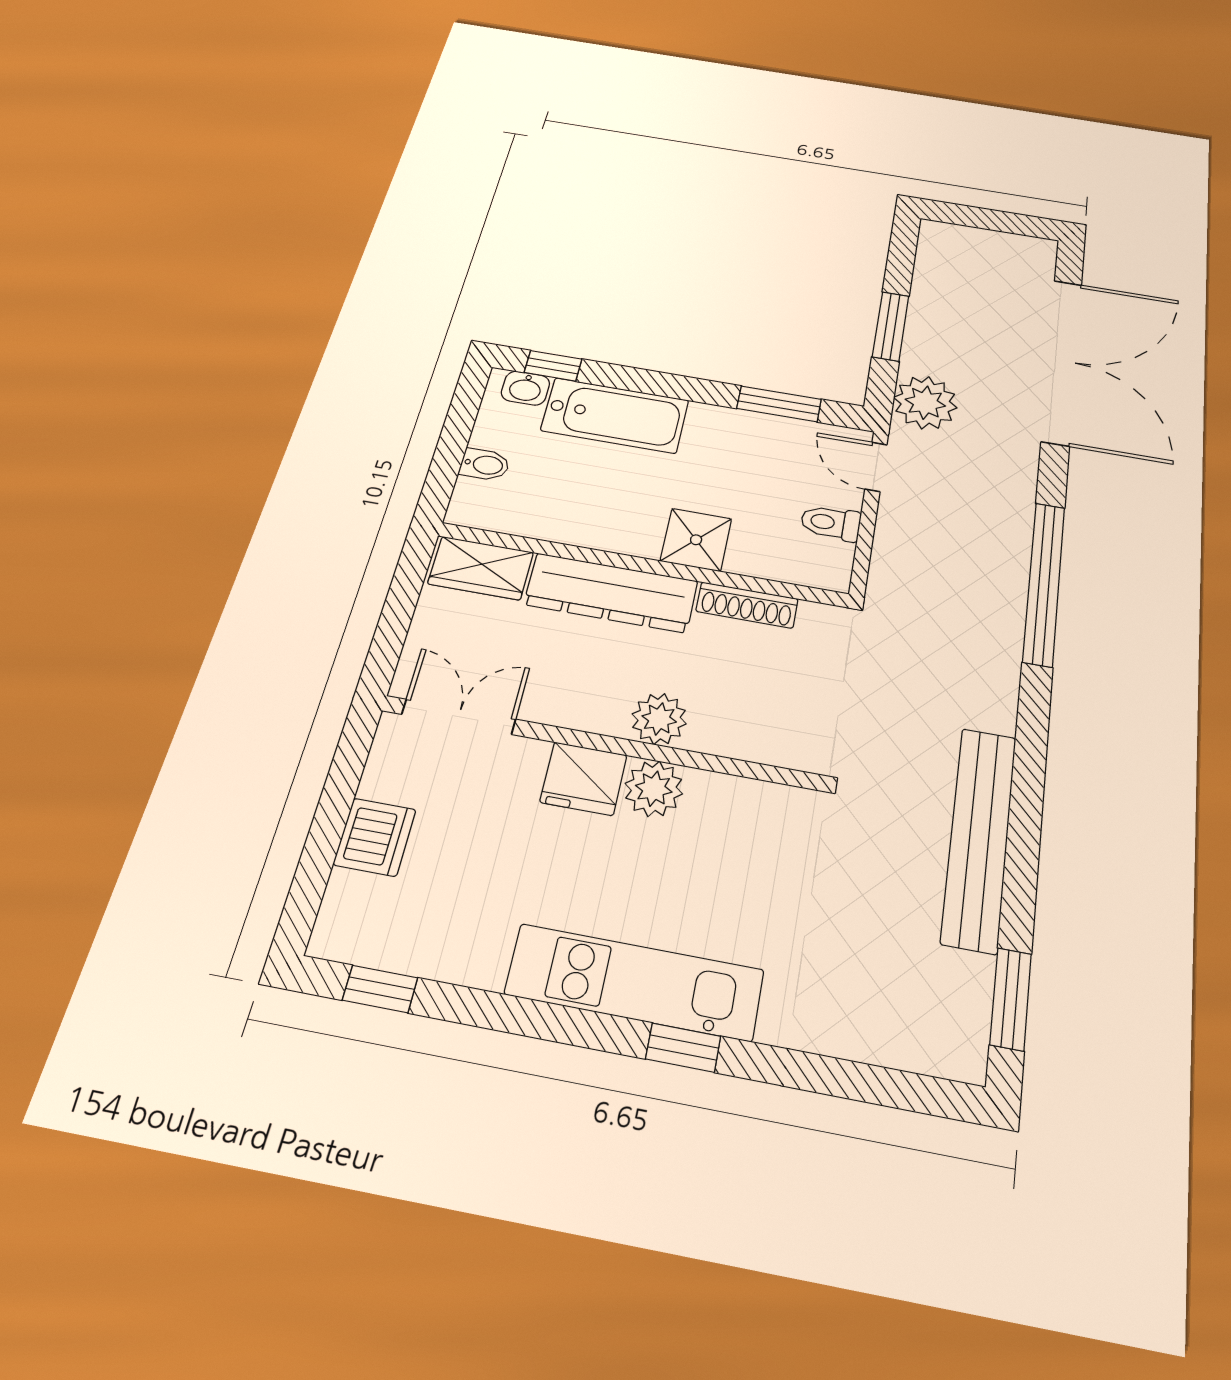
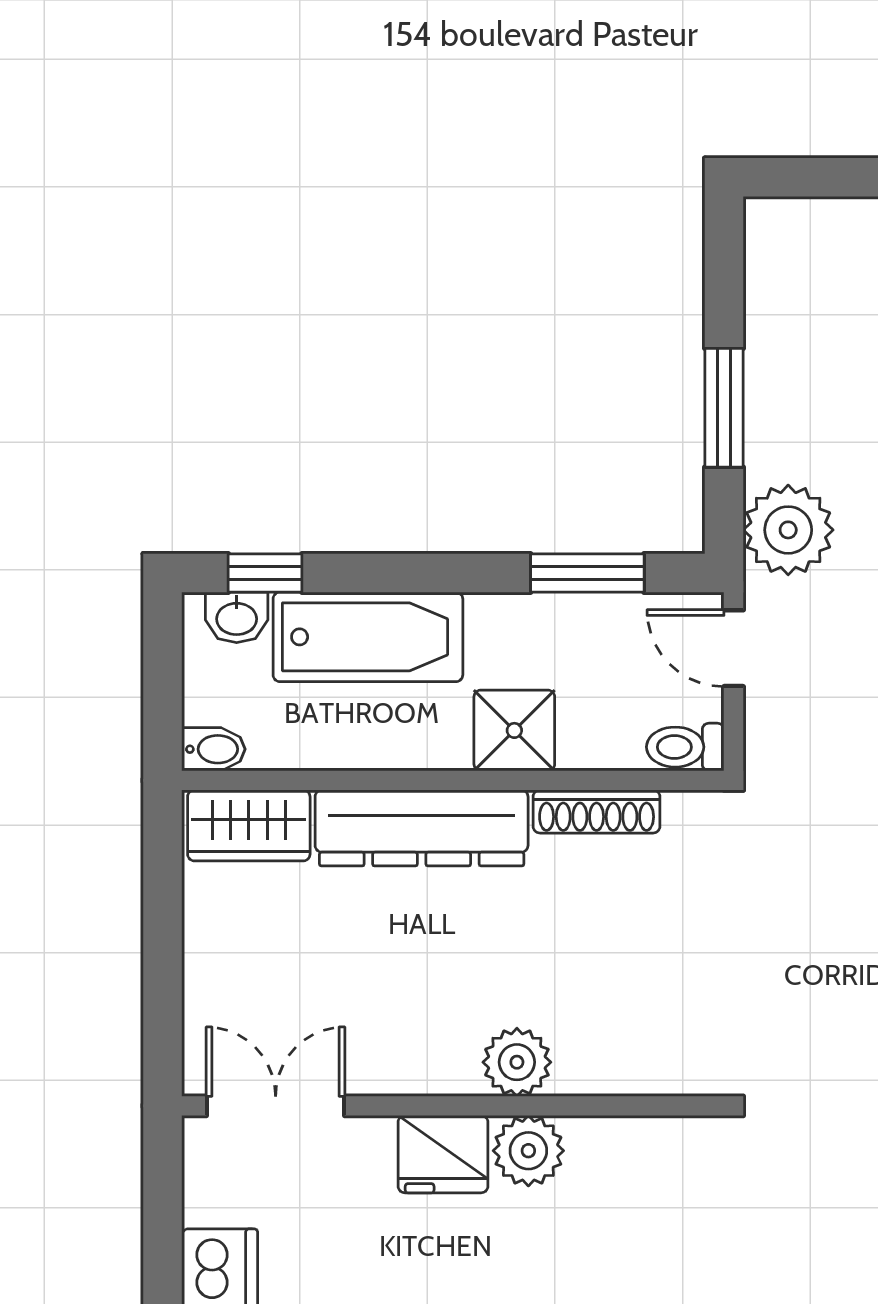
shower: (696, 540) -> (514, 730), moved
wall: (642, 565) -> (453, 780), moved
wardrobe: (481, 568) -> (249, 825), moved
dresser: (611, 593) -> (422, 828), moved
shoe rack: (747, 605) -> (597, 812), moved

